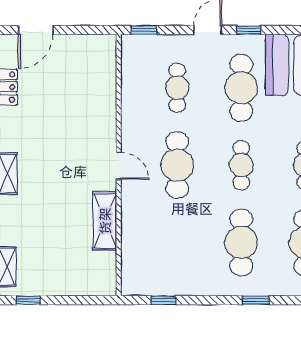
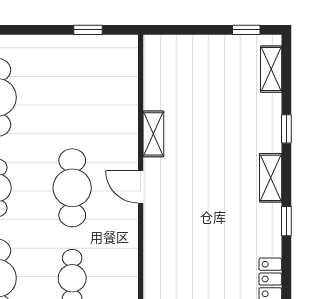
shelving: (105, 221) -> (153, 134), width x0.67, depth x0.75

